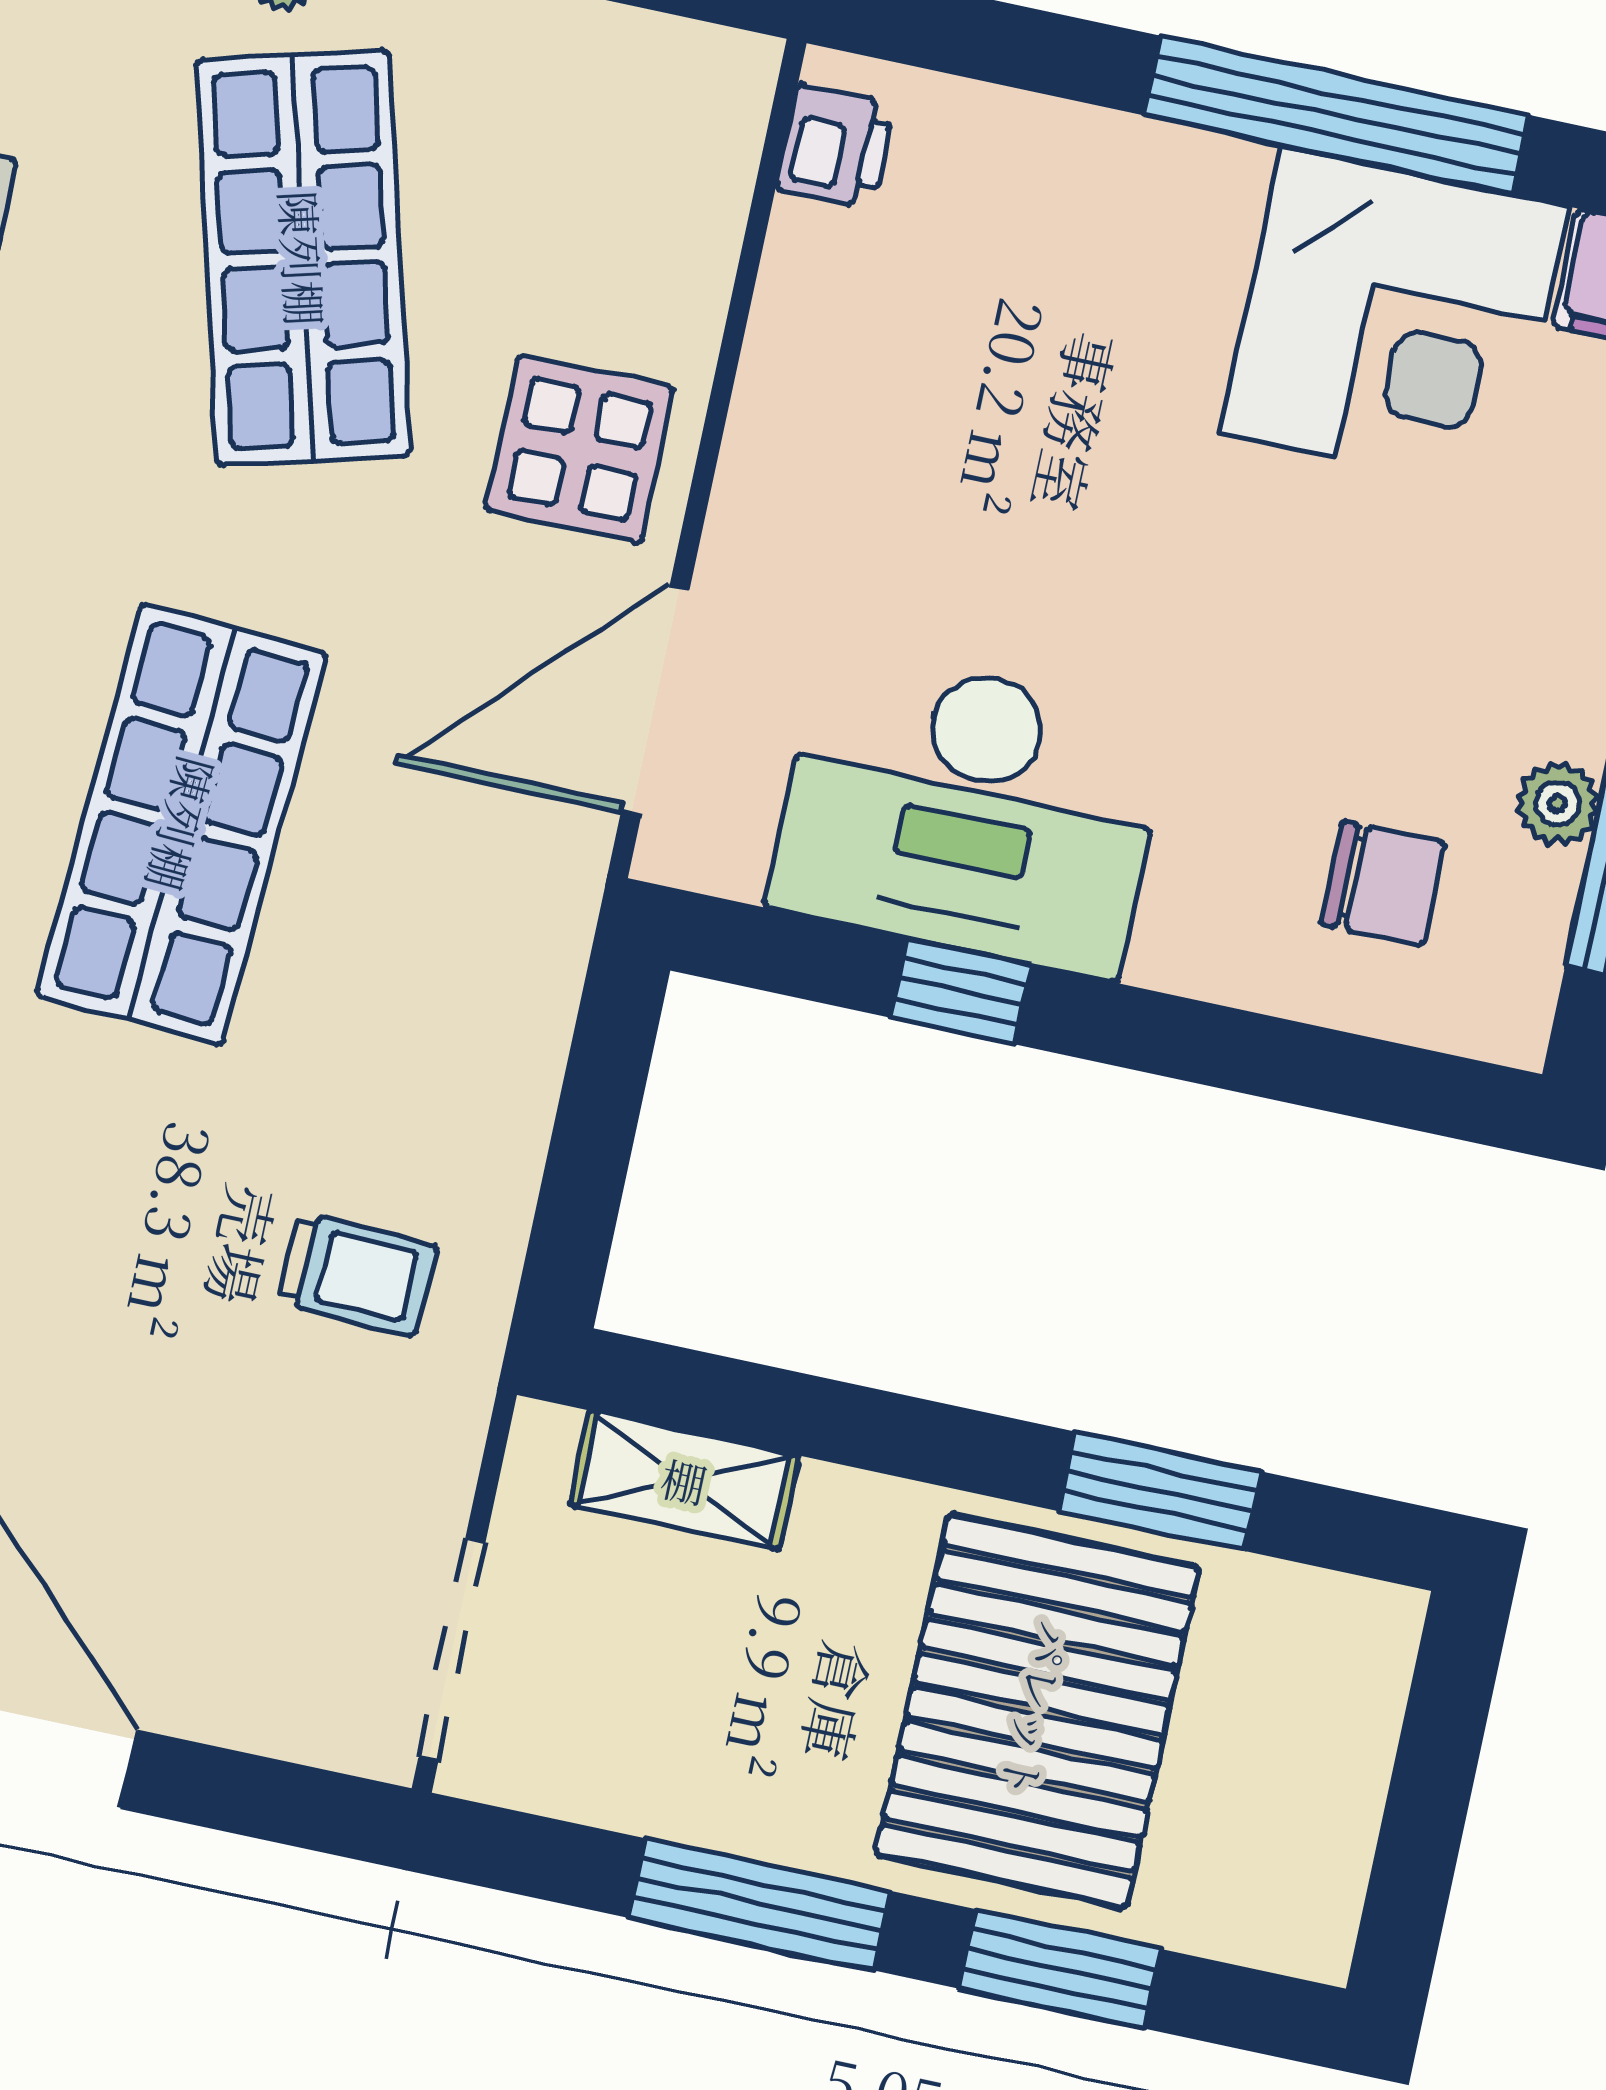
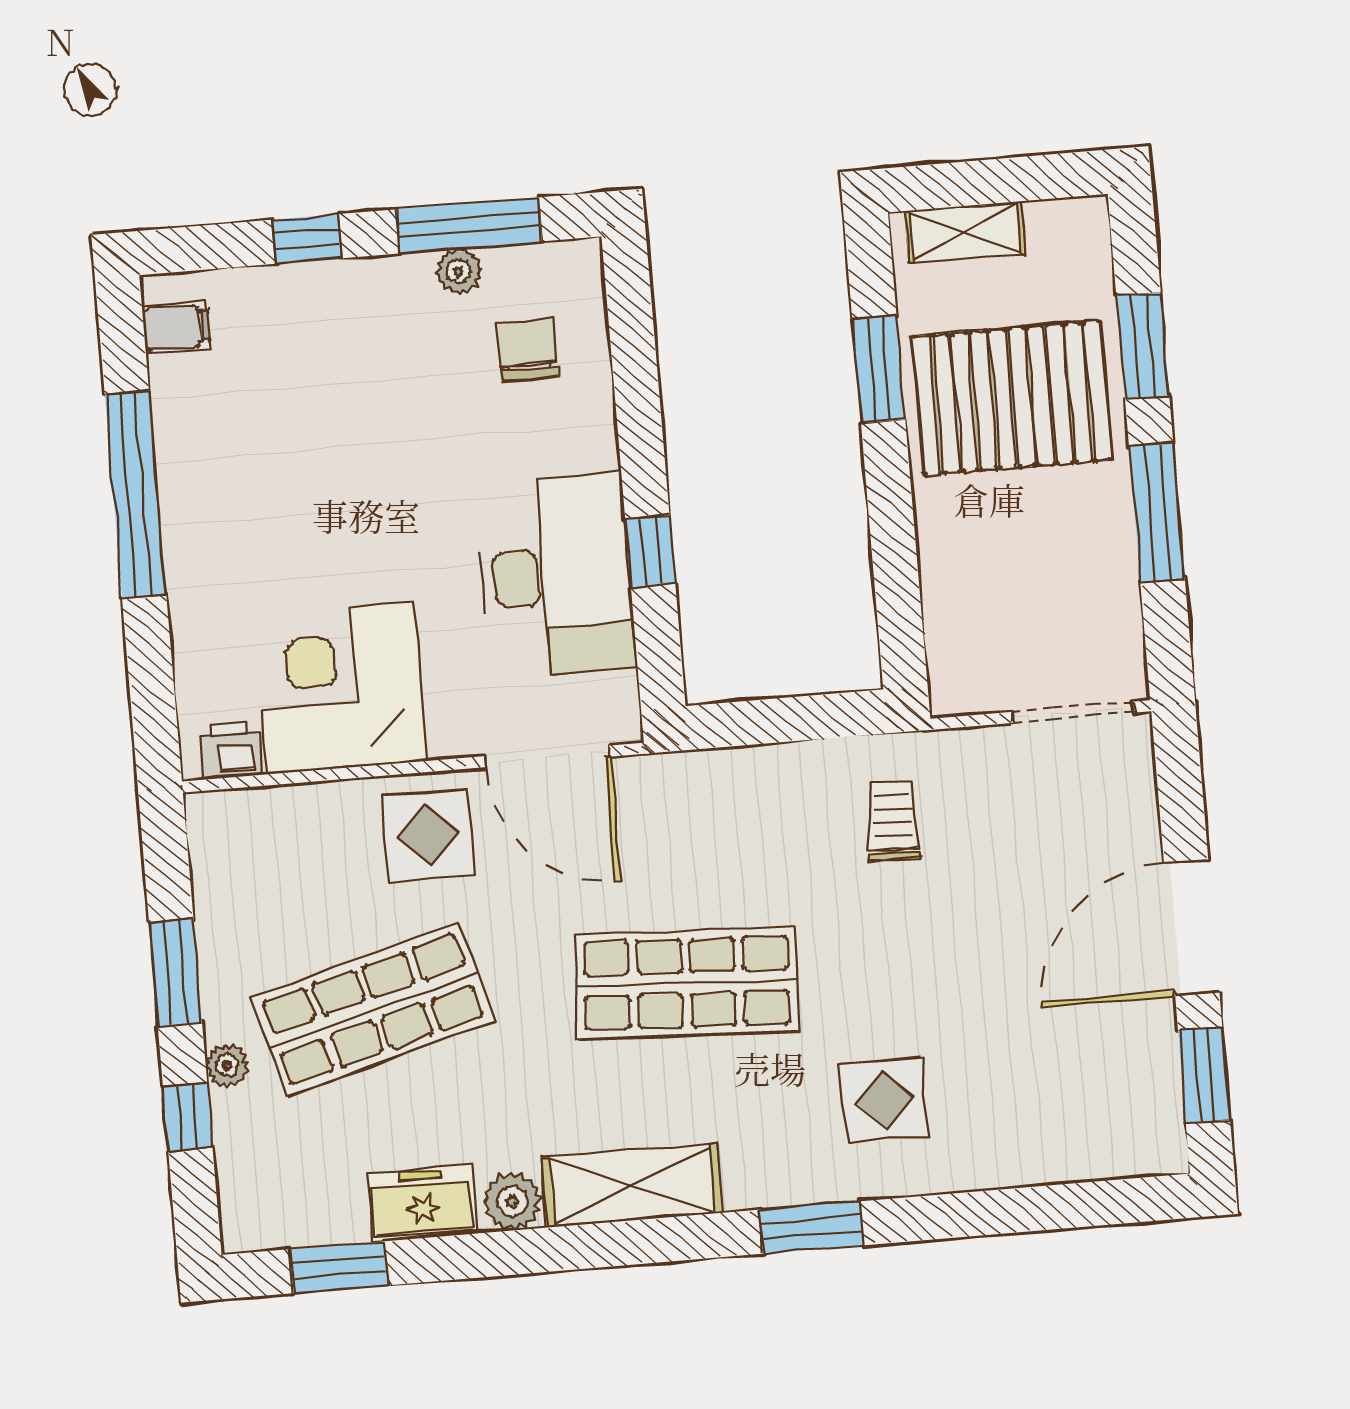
corner desk: (1395, 320) -> (340, 688), moved, turned -90
shelving: (684, 1480) -> (965, 232), moved, turned 90

